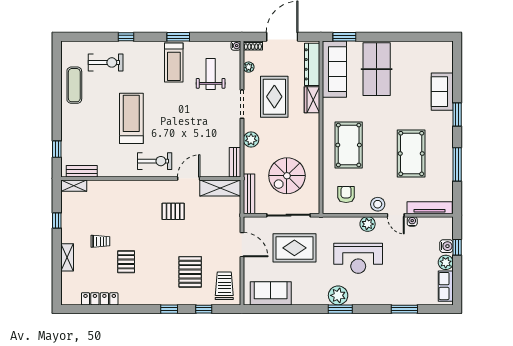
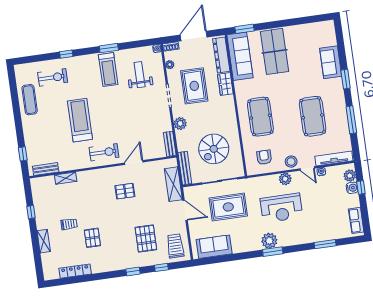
shelving: (74, 186) -> (66, 178), moved
shelving: (220, 188) -> (173, 184), moved, turned 90
plant: (446, 262) -> (350, 176), moved

